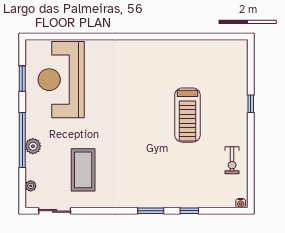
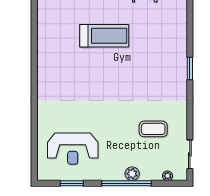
reception desk: (61, 80) -> (73, 149), width x0.74, depth x0.77
coffee table: (83, 170) -> (153, 129), width x0.73, depth x0.76
window: (189, 211) -> (190, 34), removed

